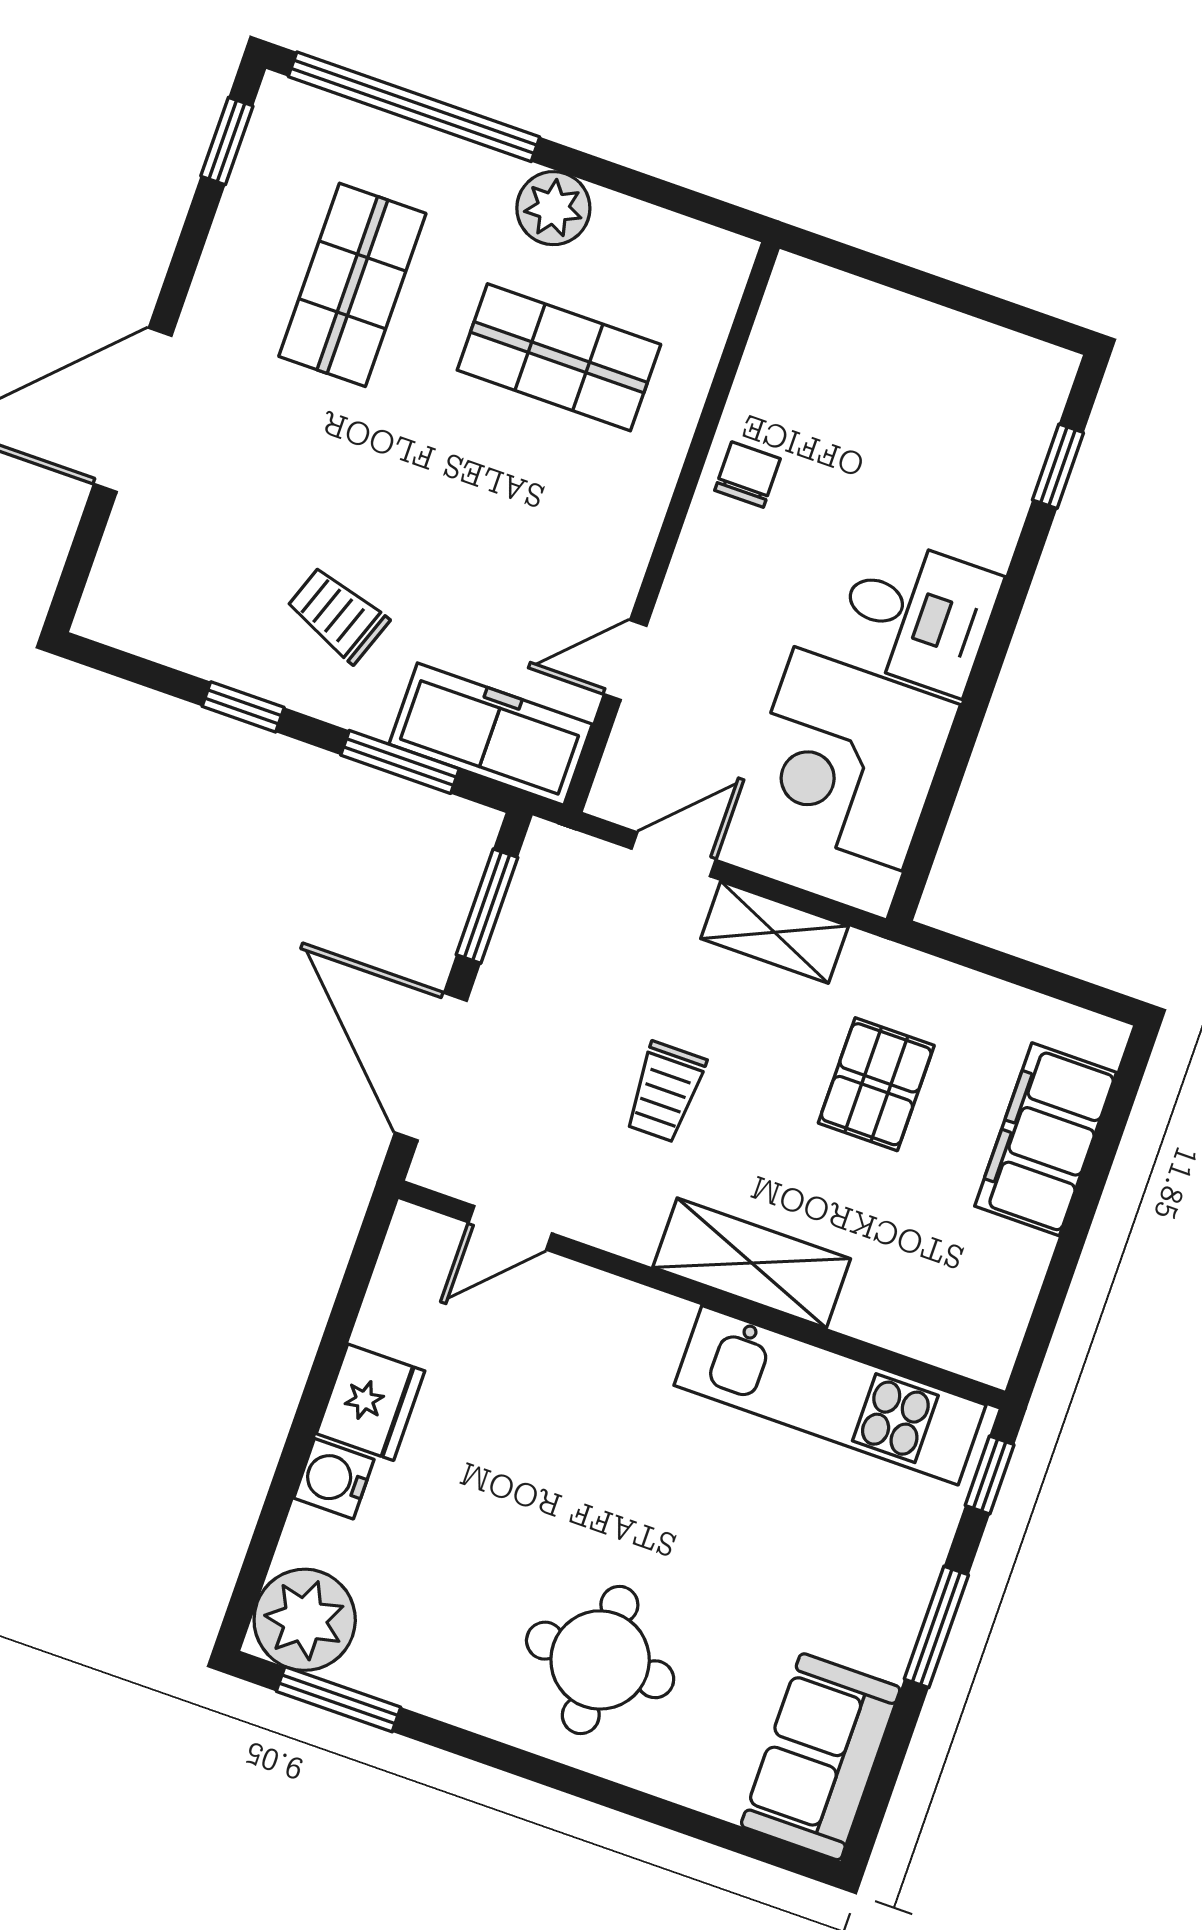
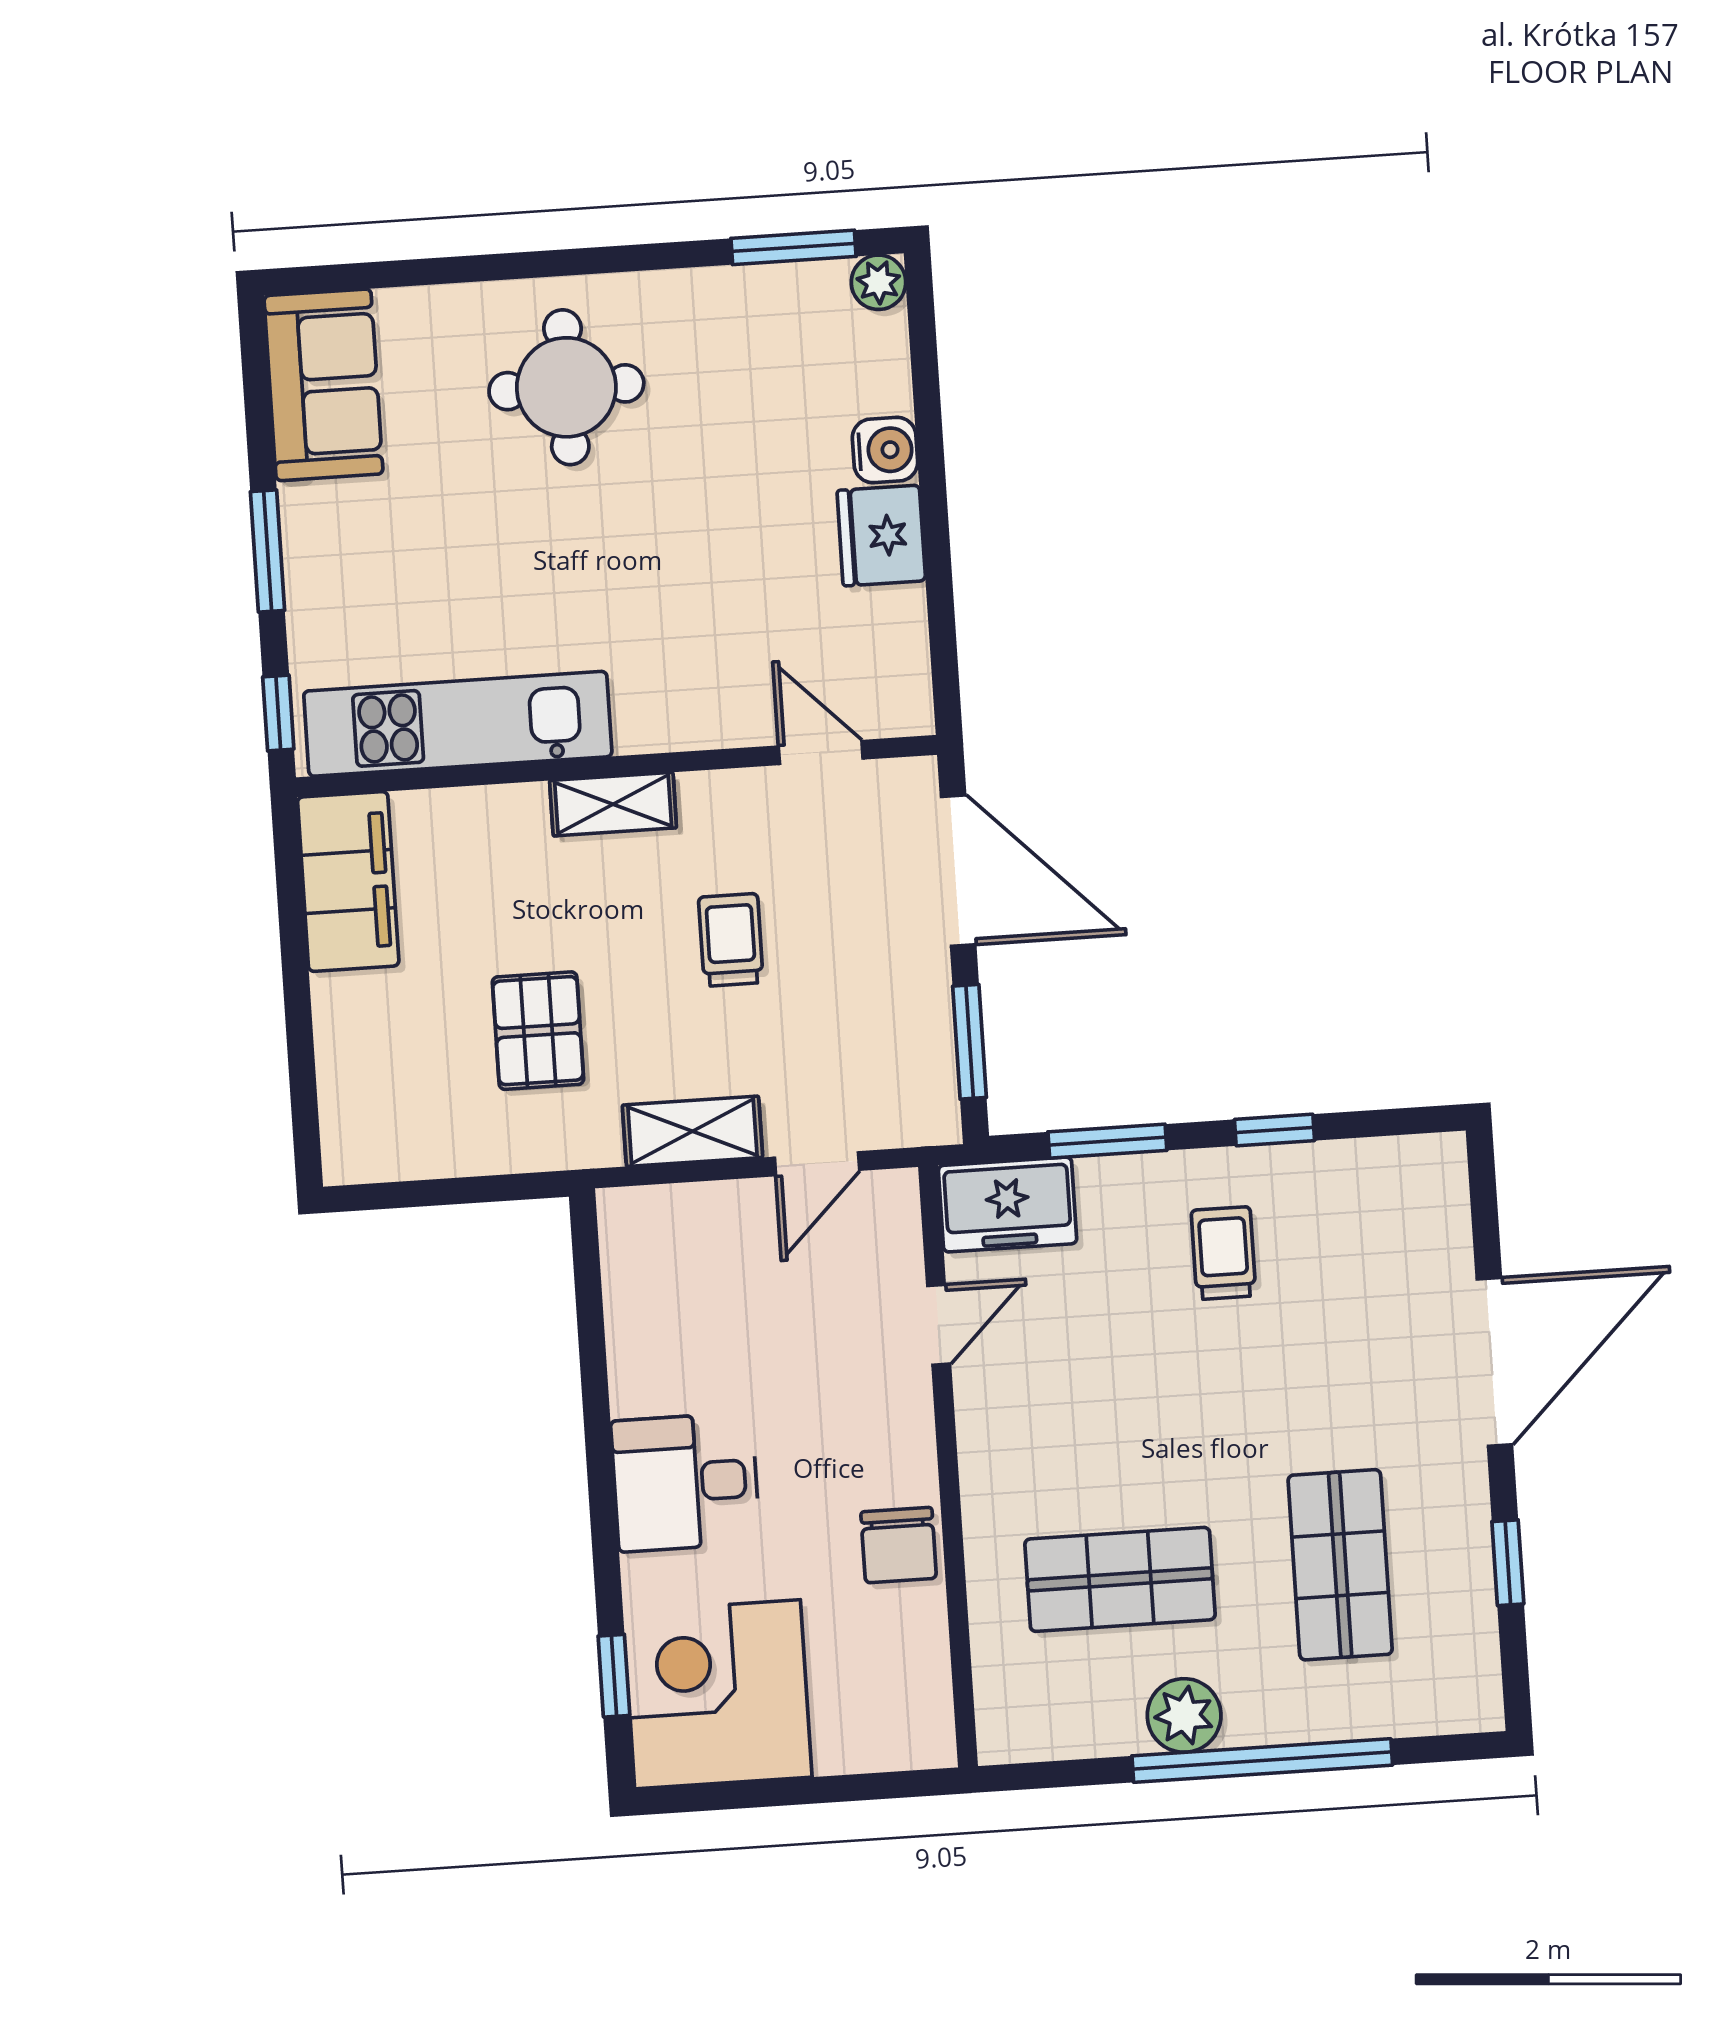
window: (414, 107) -> (1262, 1760), moved
window: (227, 141) -> (1508, 1563), moved
chair: (748, 475) -> (899, 1545), width x1.37, depth x1.37
trolley: (338, 615) -> (1223, 1253), turned -110
freezer: (491, 734) -> (1008, 1205), width x0.71
corner desk: (848, 759) -> (718, 1694), moved, turned -90
filing cabinet: (1046, 1139) -> (348, 881), moved
door: (510, 1228) -> (821, 753), hinge flipped
shelving: (752, 1263) -> (613, 804), width x0.67, depth x0.75
plant: (305, 1620) -> (879, 282), width x0.53, depth x0.53

